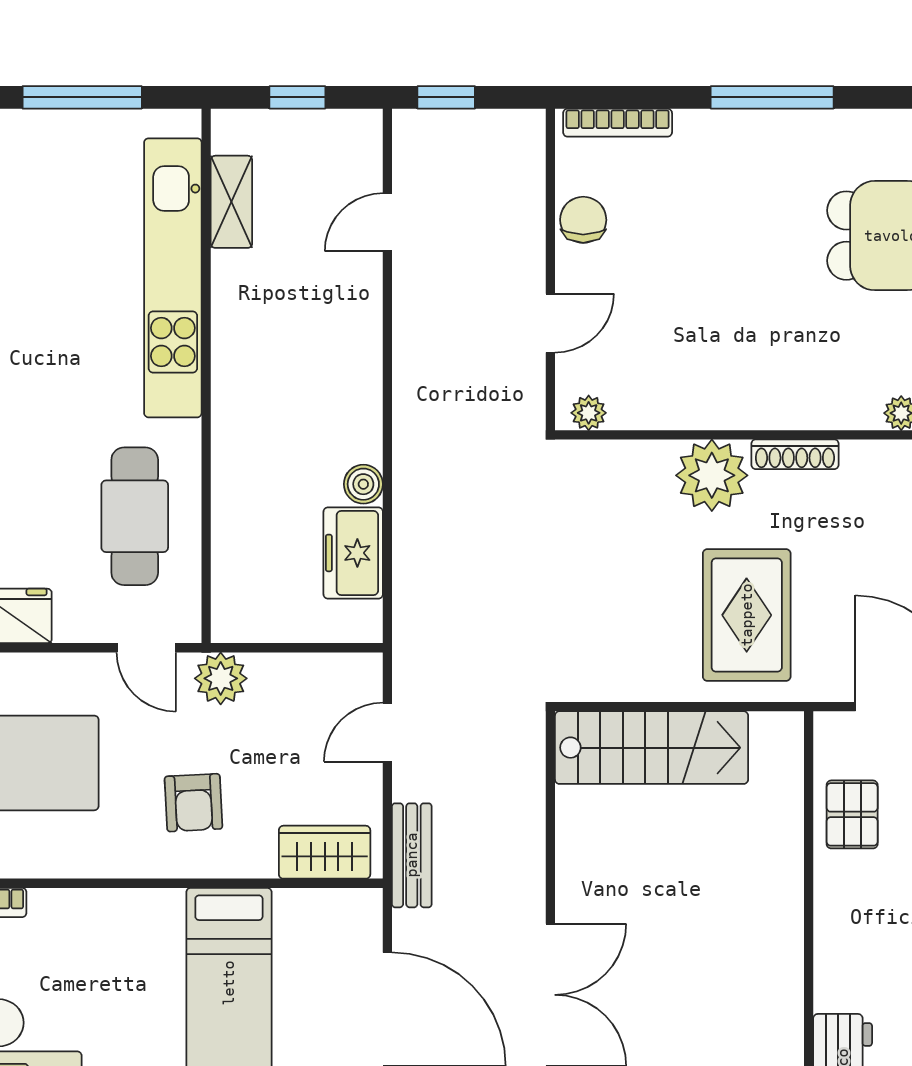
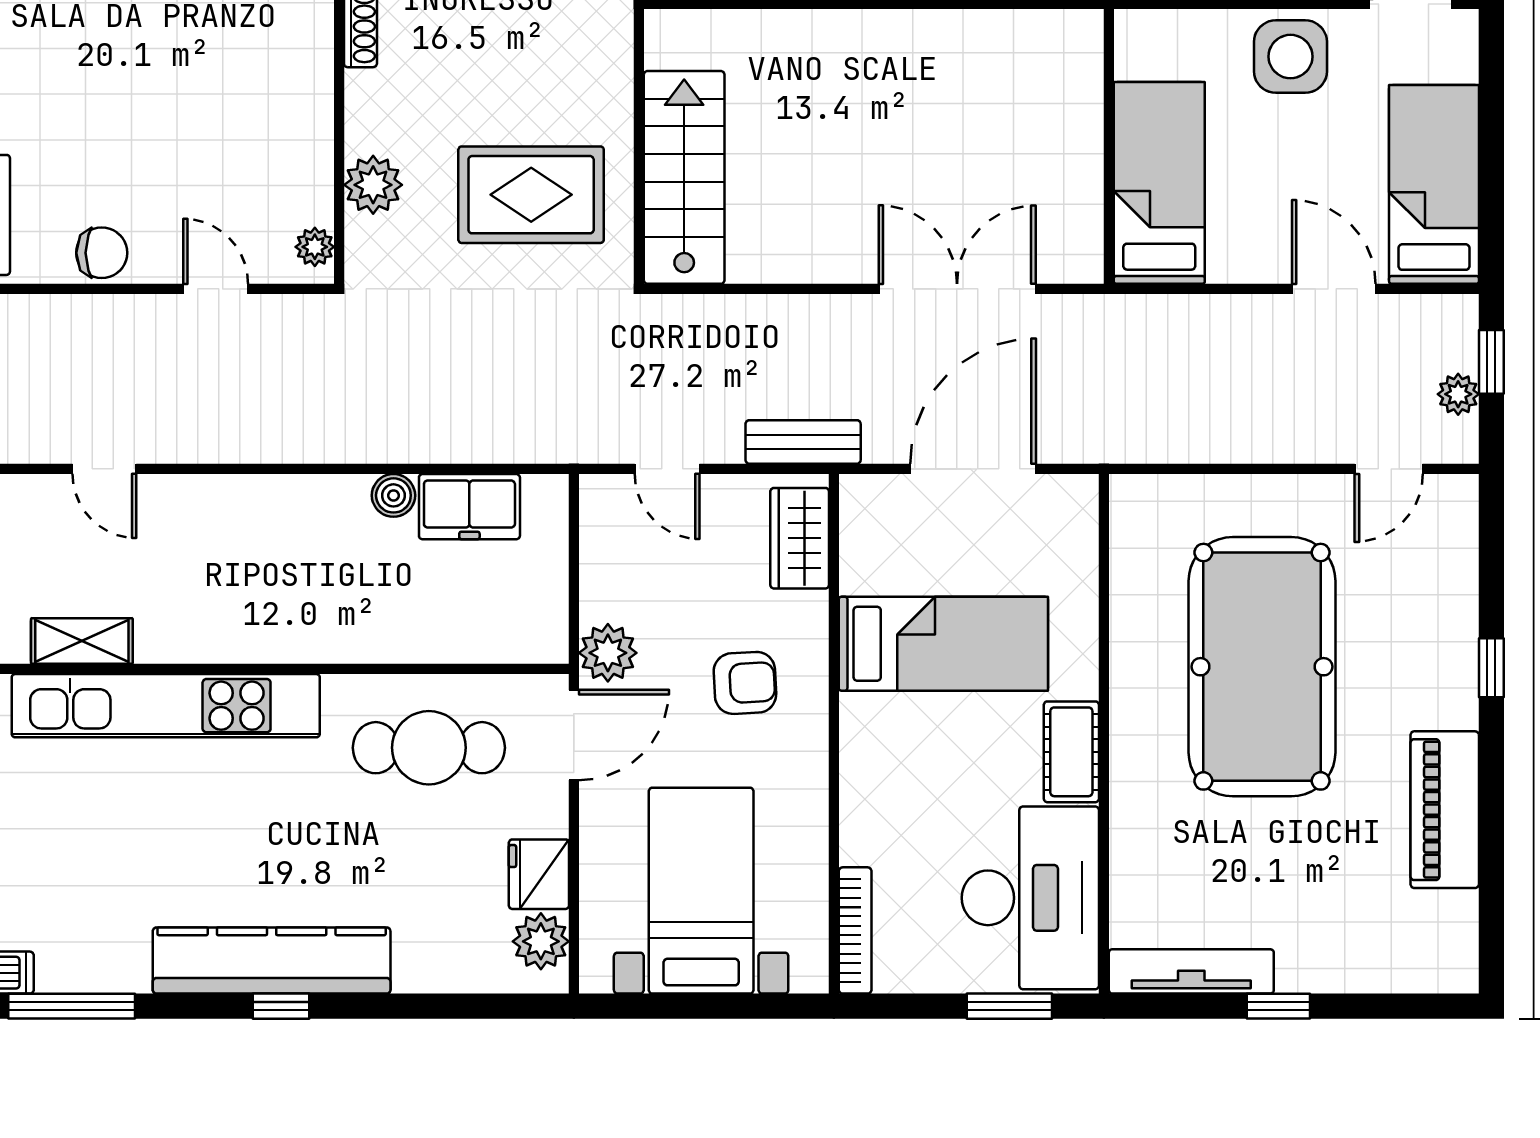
chair: (583, 220) -> (102, 253), turned 180
plant: (712, 475) -> (373, 185), moved, width x0.73, depth x0.73
rug: (747, 615) -> (531, 195), moved
door: (146, 648) -> (574, 735), width x1.38

